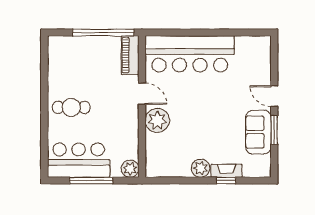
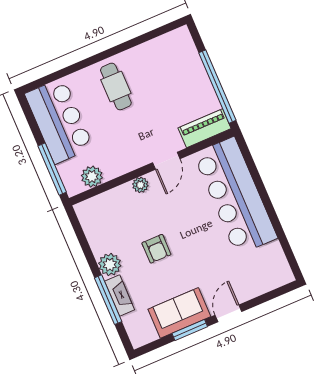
plant: (157, 120) -> (140, 185), width x0.53, depth x0.53
armchair: (204, 129) -> (156, 249), added
plant: (130, 169) -> (92, 177), moved
window: (91, 180) -> (52, 169), moved
window: (226, 180) -> (108, 300), width x2.17

